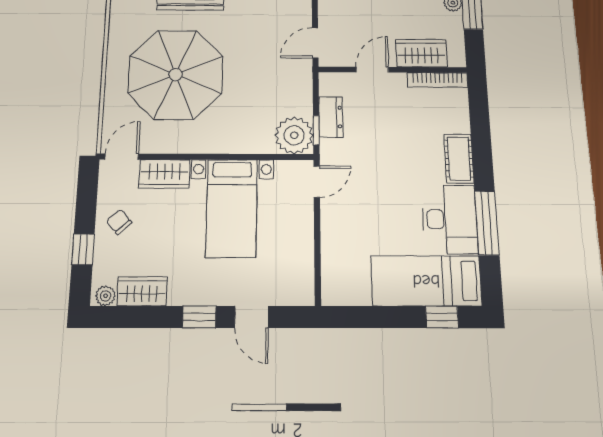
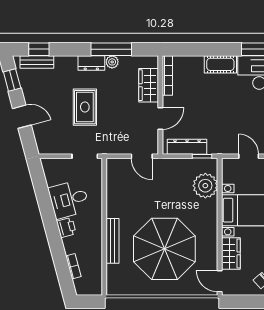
door: (372, 70) -> (160, 119), swing flipped
dresser: (331, 117) -> (187, 147), width x1.44
plant: (294, 135) -> (205, 186), moved
door: (317, 182) -> (249, 156), moved

